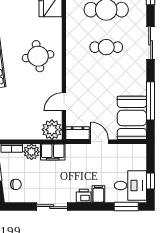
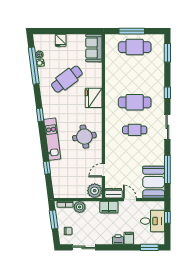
filing cabinet: (53, 152) -> (109, 207), moved
window: (151, 181) -> (167, 217), moved
desk: (130, 186) -> (152, 221), moved
sliding door: (52, 207) -> (84, 247), moved

